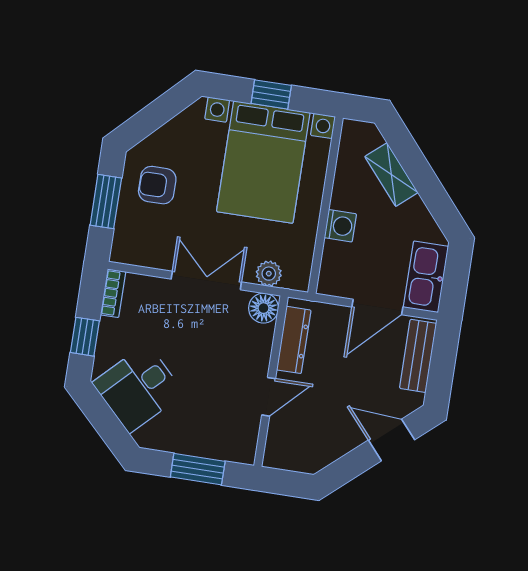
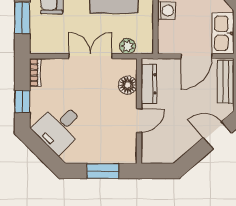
floor lamp: (264, 308) -> (128, 85), moved

